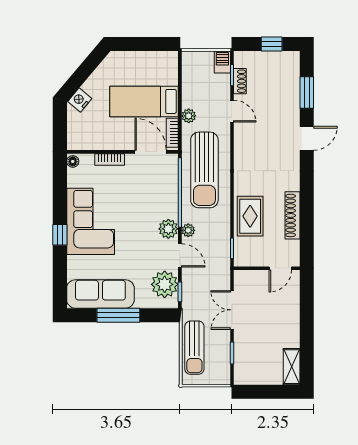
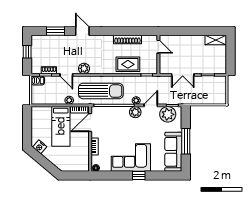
nightstand: (80, 100) -> (40, 147), moved
door: (232, 111) -> (66, 75), swing flipped
plant: (243, 141) -> (84, 68), added
sun lounger: (194, 348) -> (205, 97), removed

